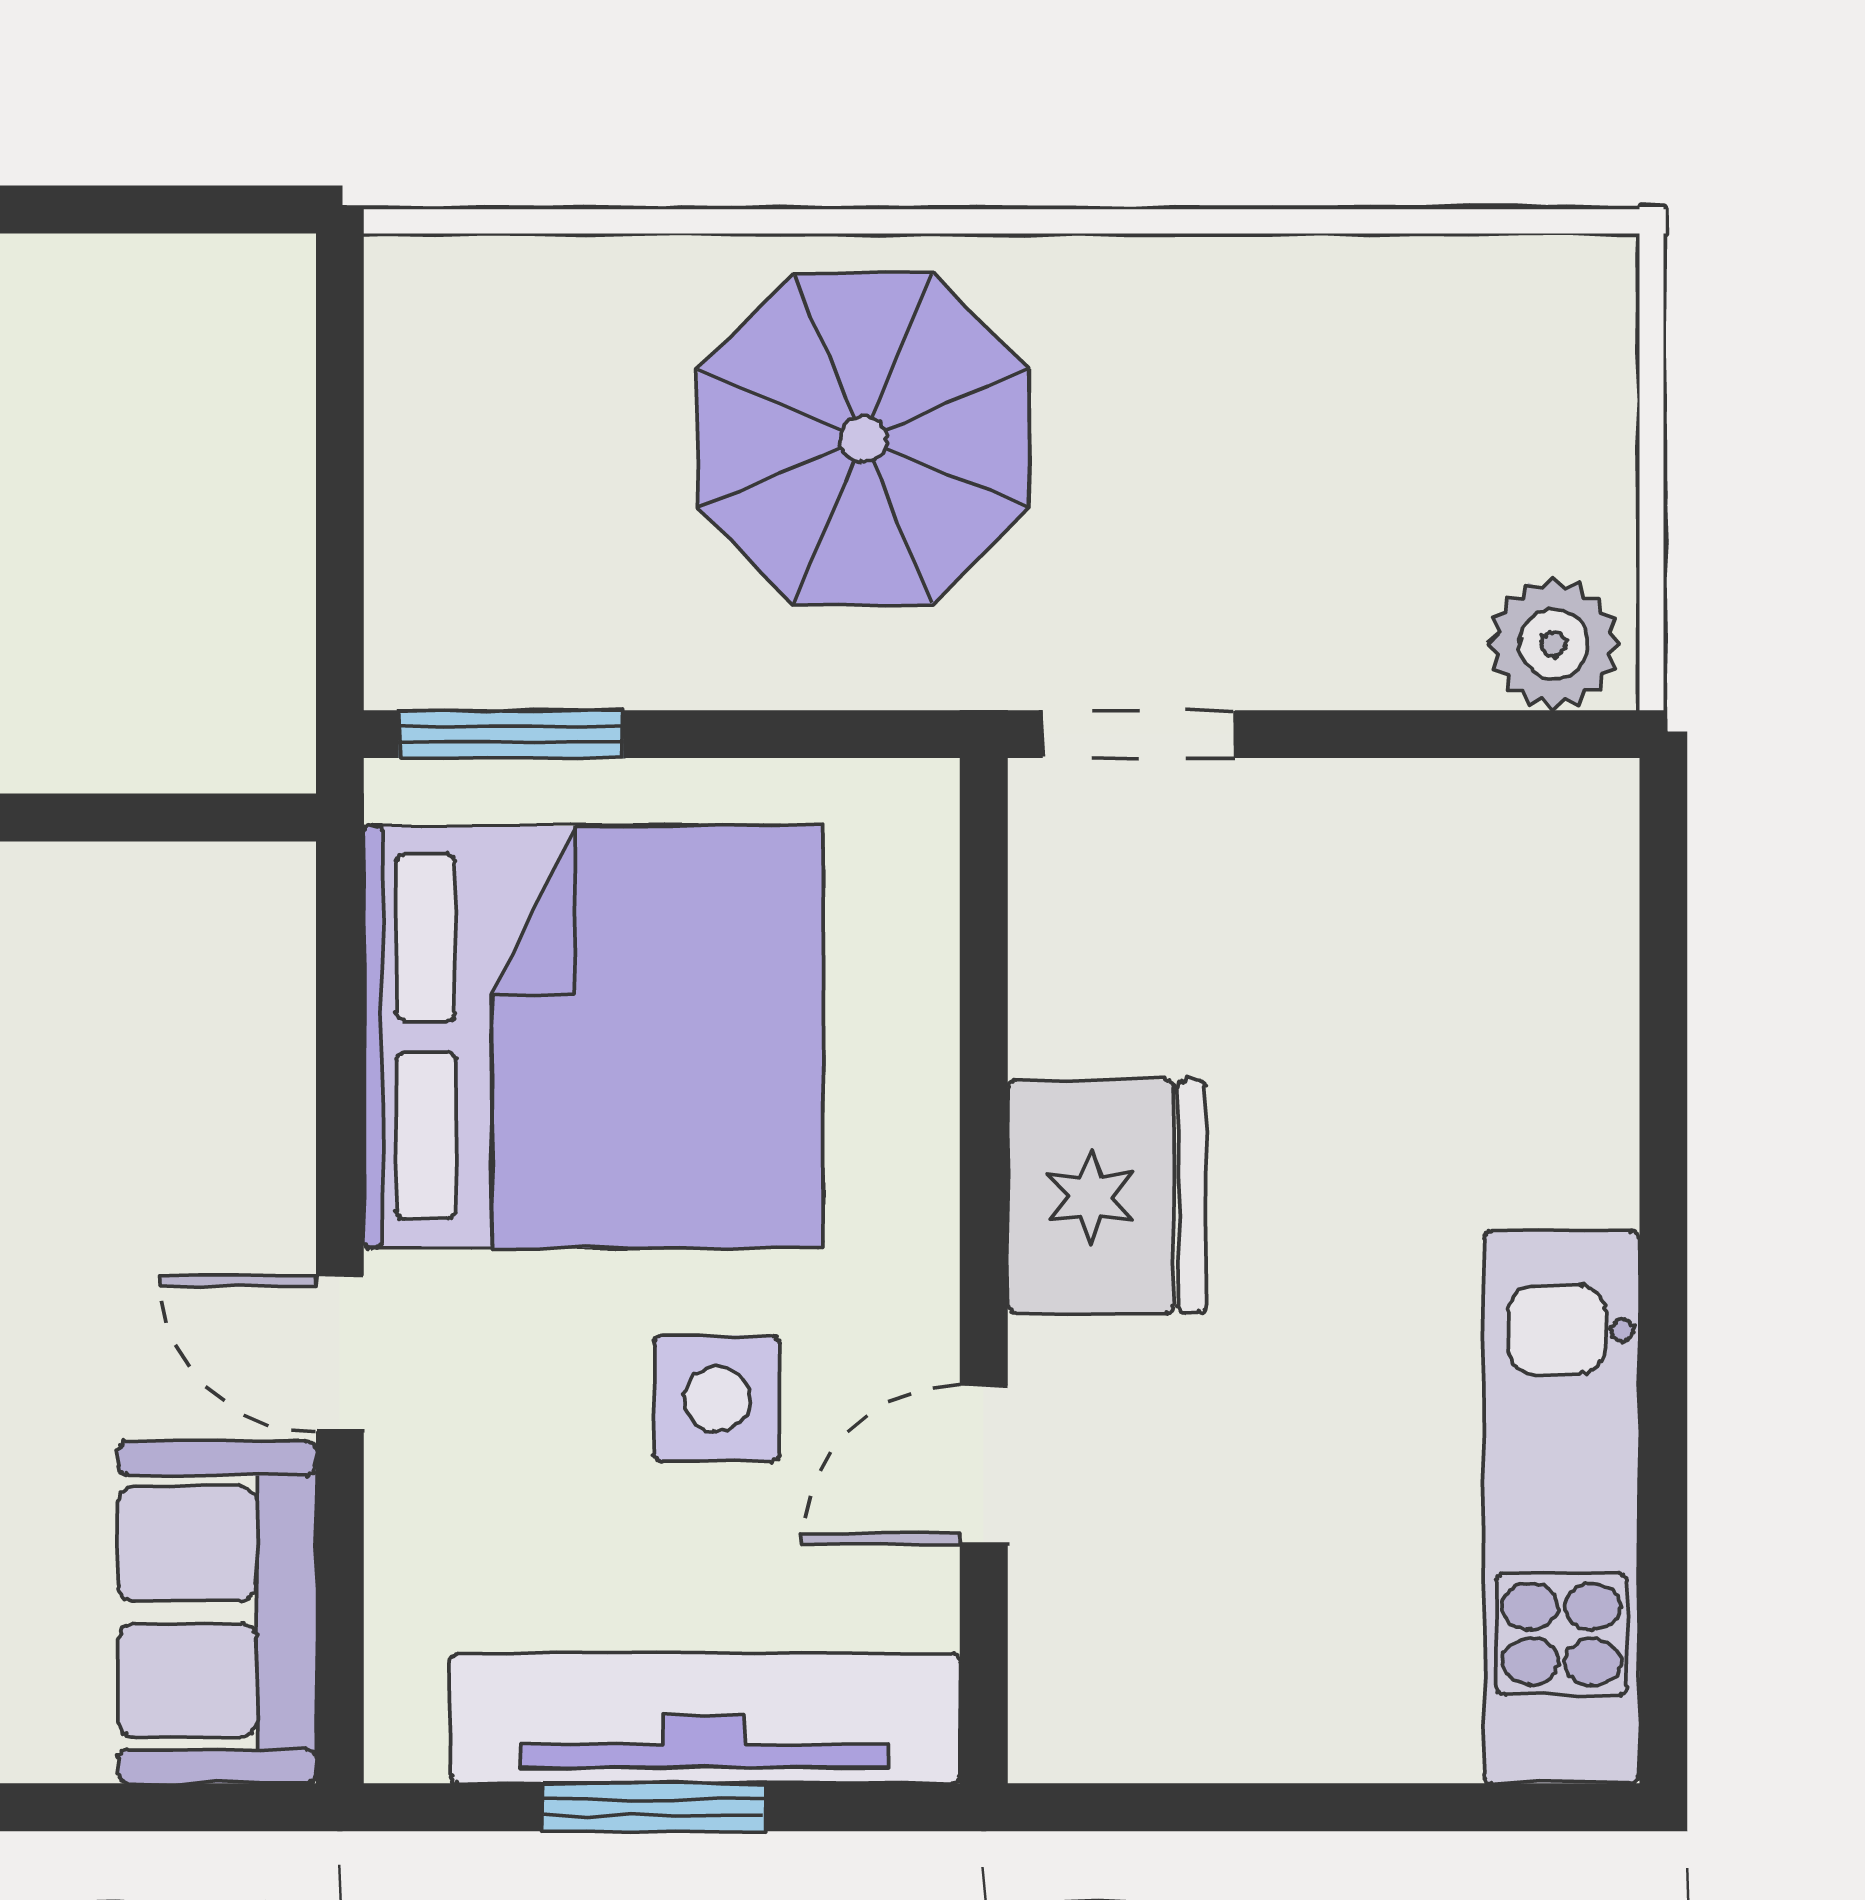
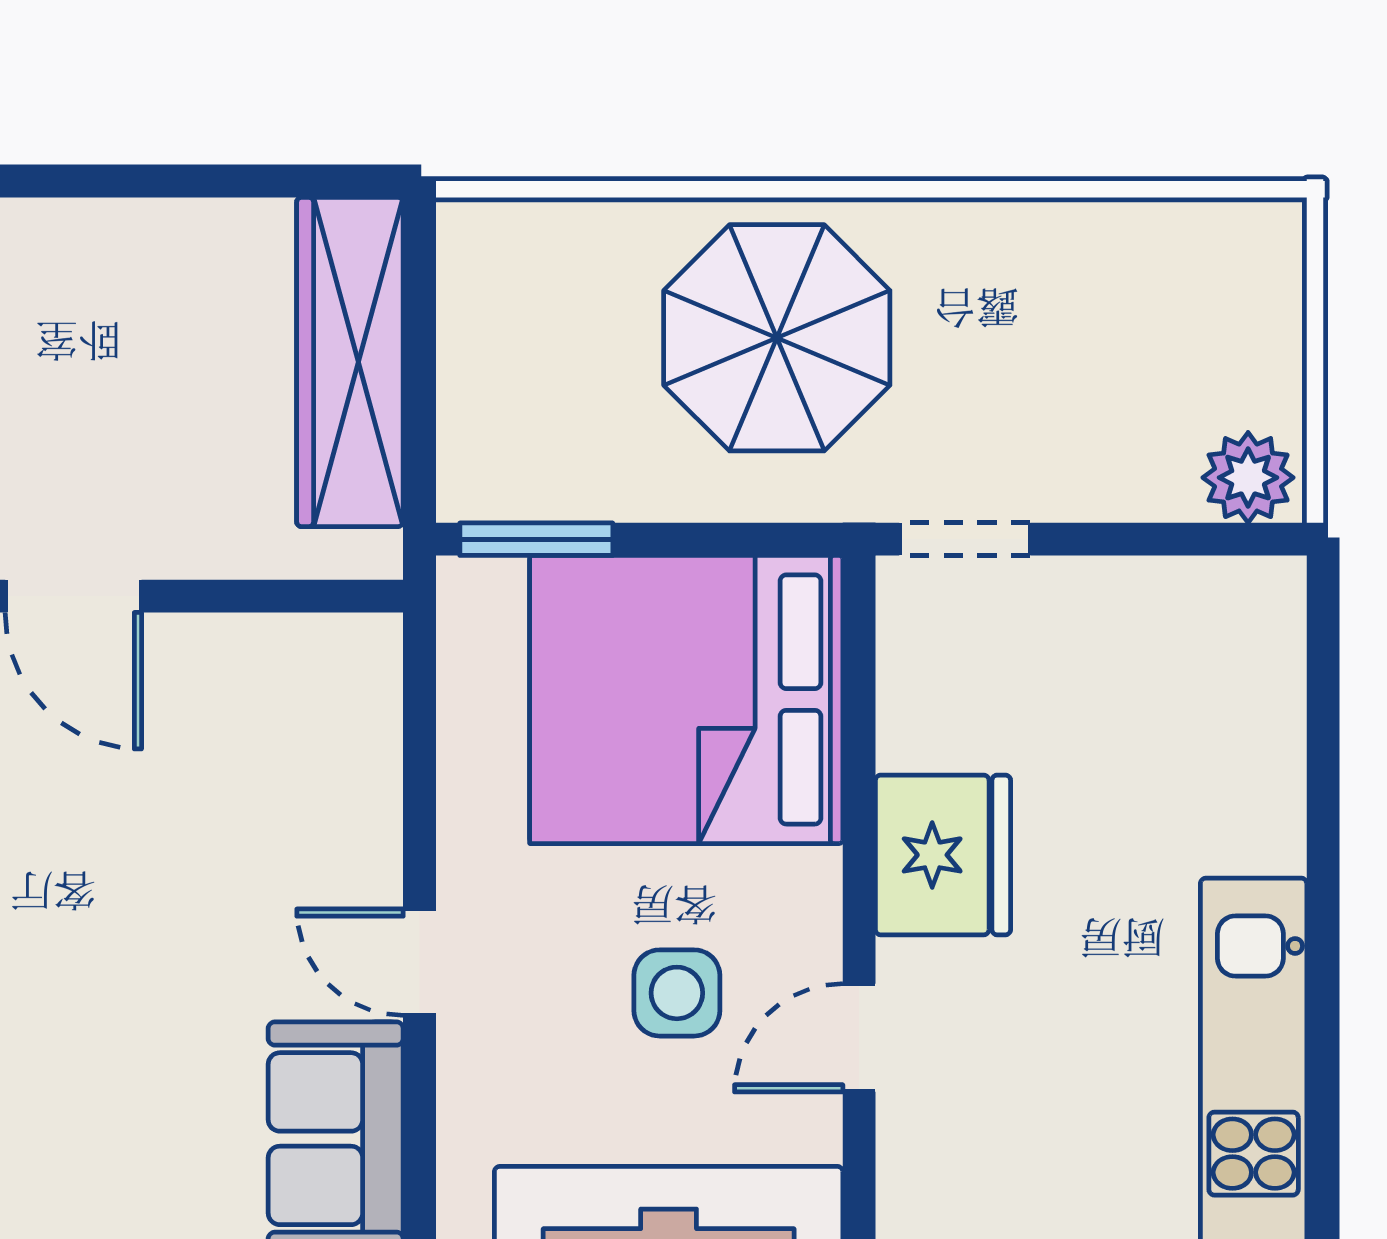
wardrobe: (238, 475) -> (350, 362), added
bed: (593, 1037) -> (686, 699), moved, turned 180

